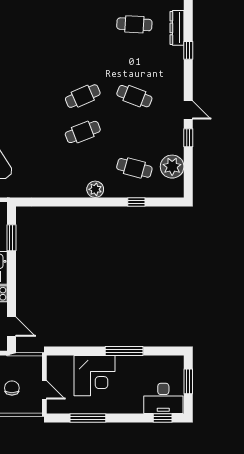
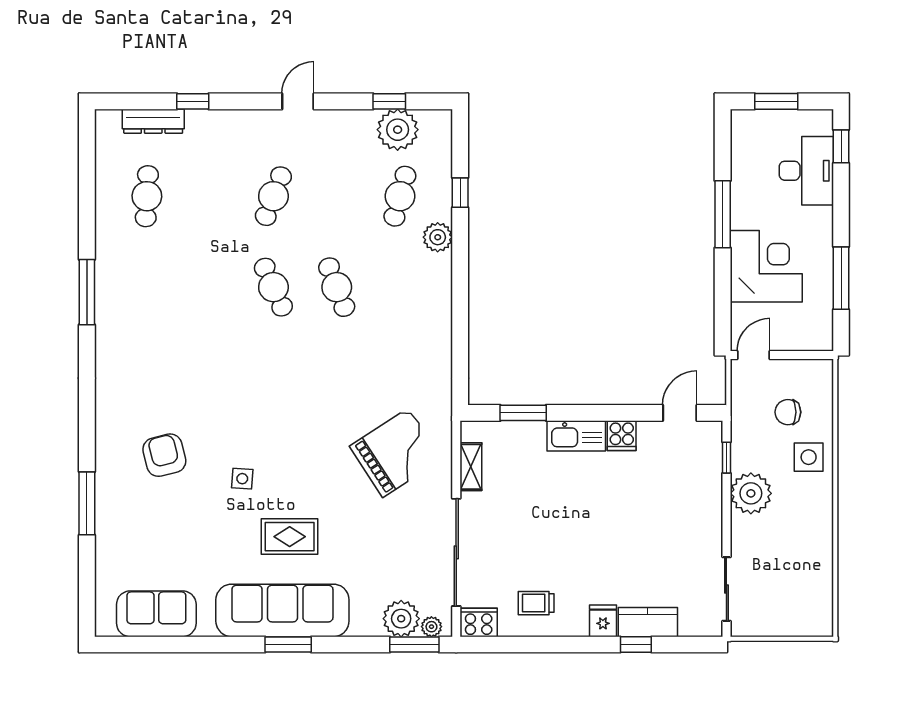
window: (188, 138) -> (389, 101), moved
plant: (95, 189) -> (438, 237), moved
door: (44, 390) -> (754, 355), moved
desk: (163, 398) -> (806, 171), moved

